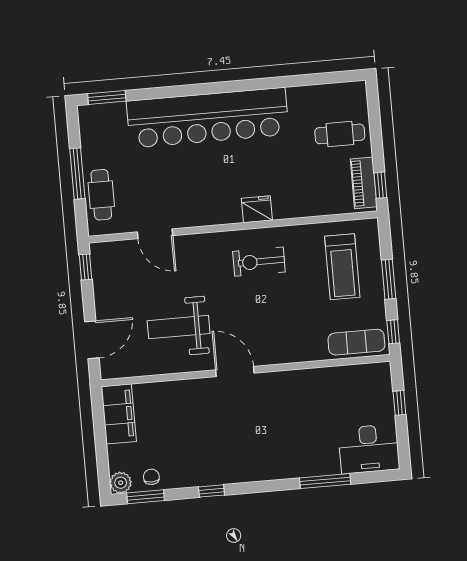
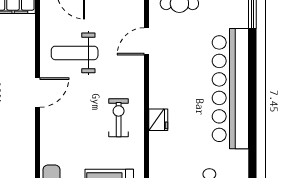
weight bench: (179, 327) -> (75, 53), turned -90

